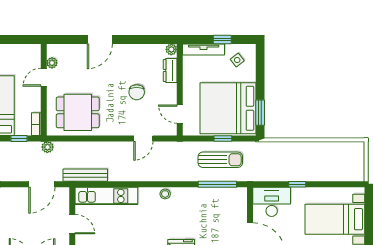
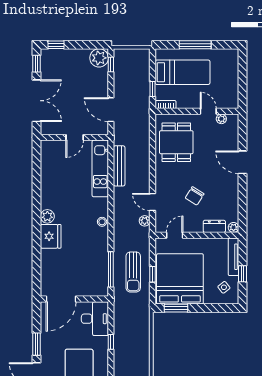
chair: (137, 92) -> (195, 196), turned -58
plant: (47, 147) -> (145, 221), moved
bench: (85, 175) -> (119, 166), moved

